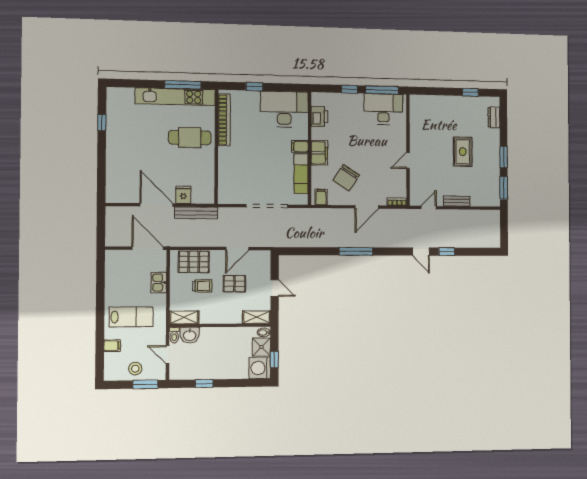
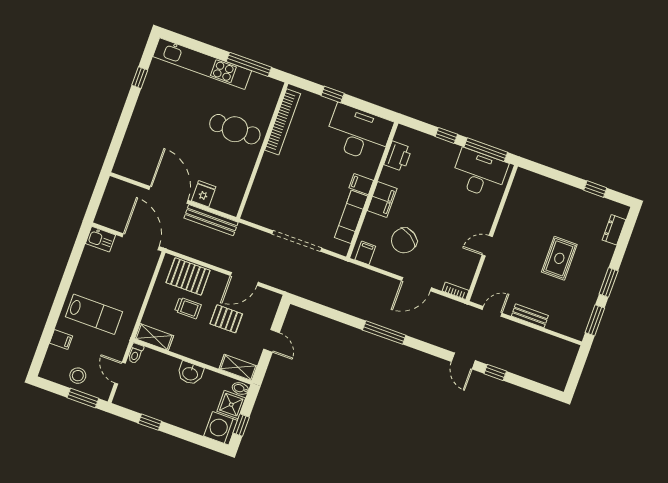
kitchen unit: (175, 97) -> (202, 64), moved
kitchen sink: (159, 283) -> (100, 239), moved, turned -90
washbasin: (190, 335) -> (190, 373), moved

